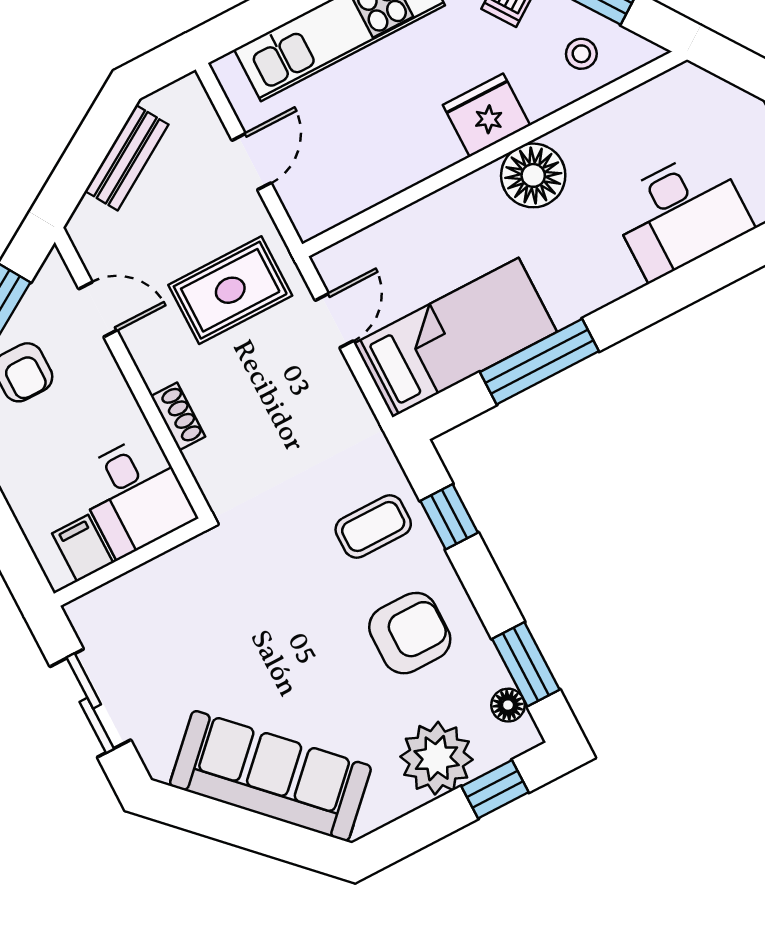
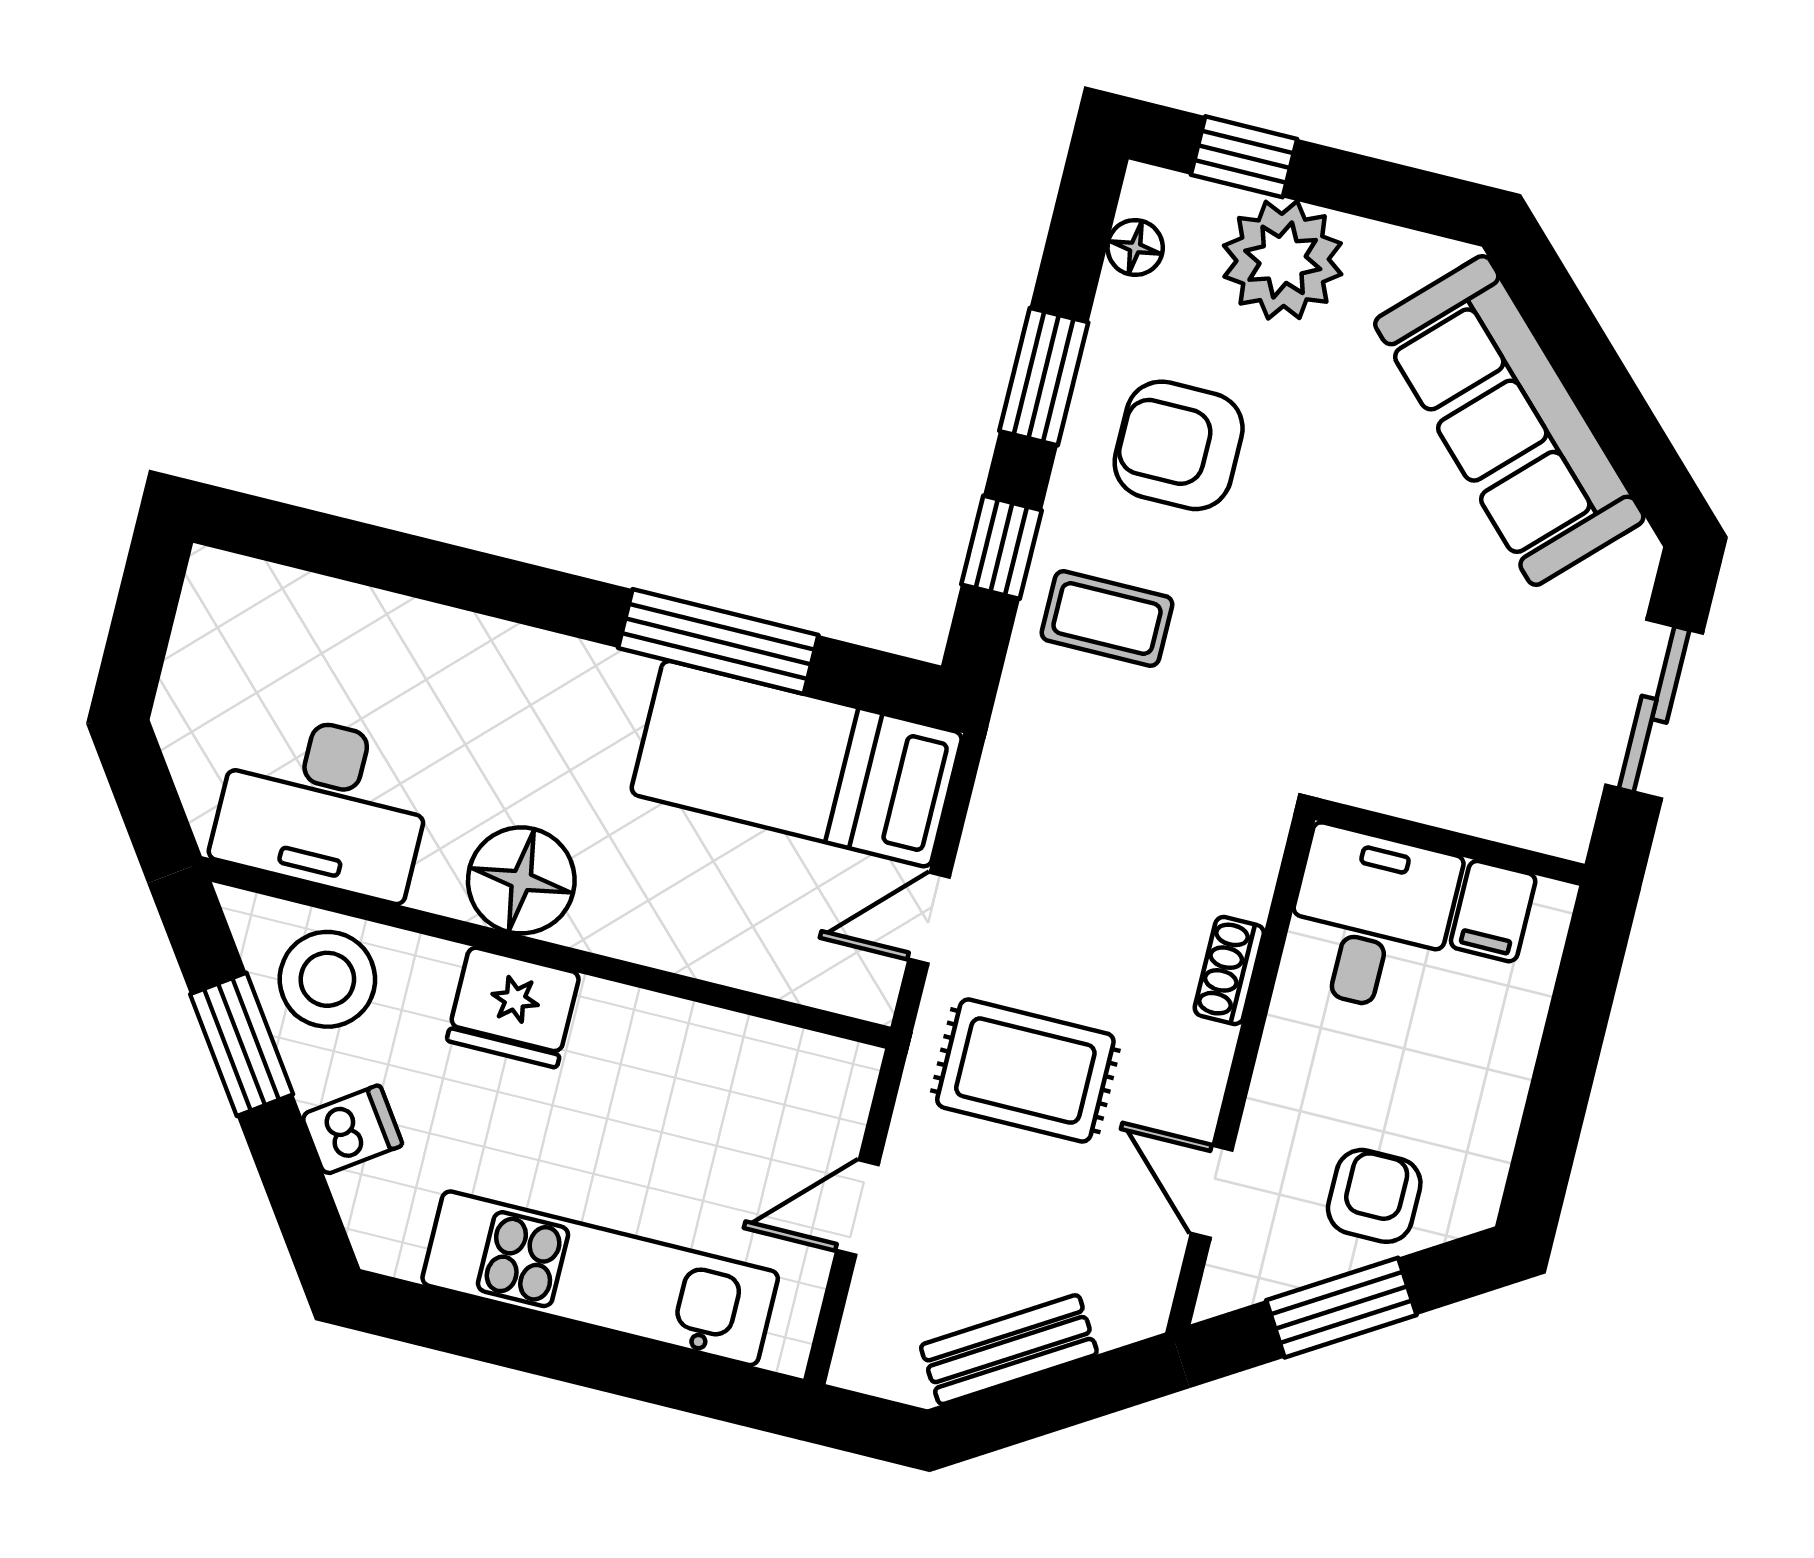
stool: (581, 54) -> (327, 979), width x1.89, depth x1.89
desk: (680, 214) -> (324, 805), moved, turned 180
window: (526, 664) -> (1044, 377), moved

